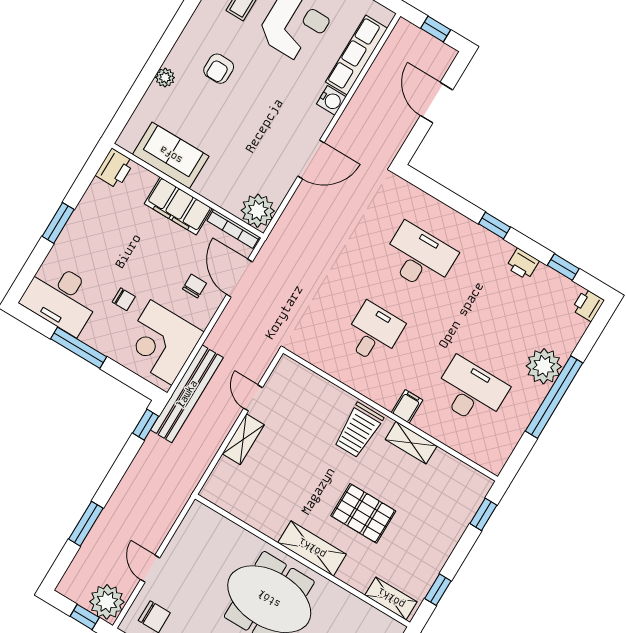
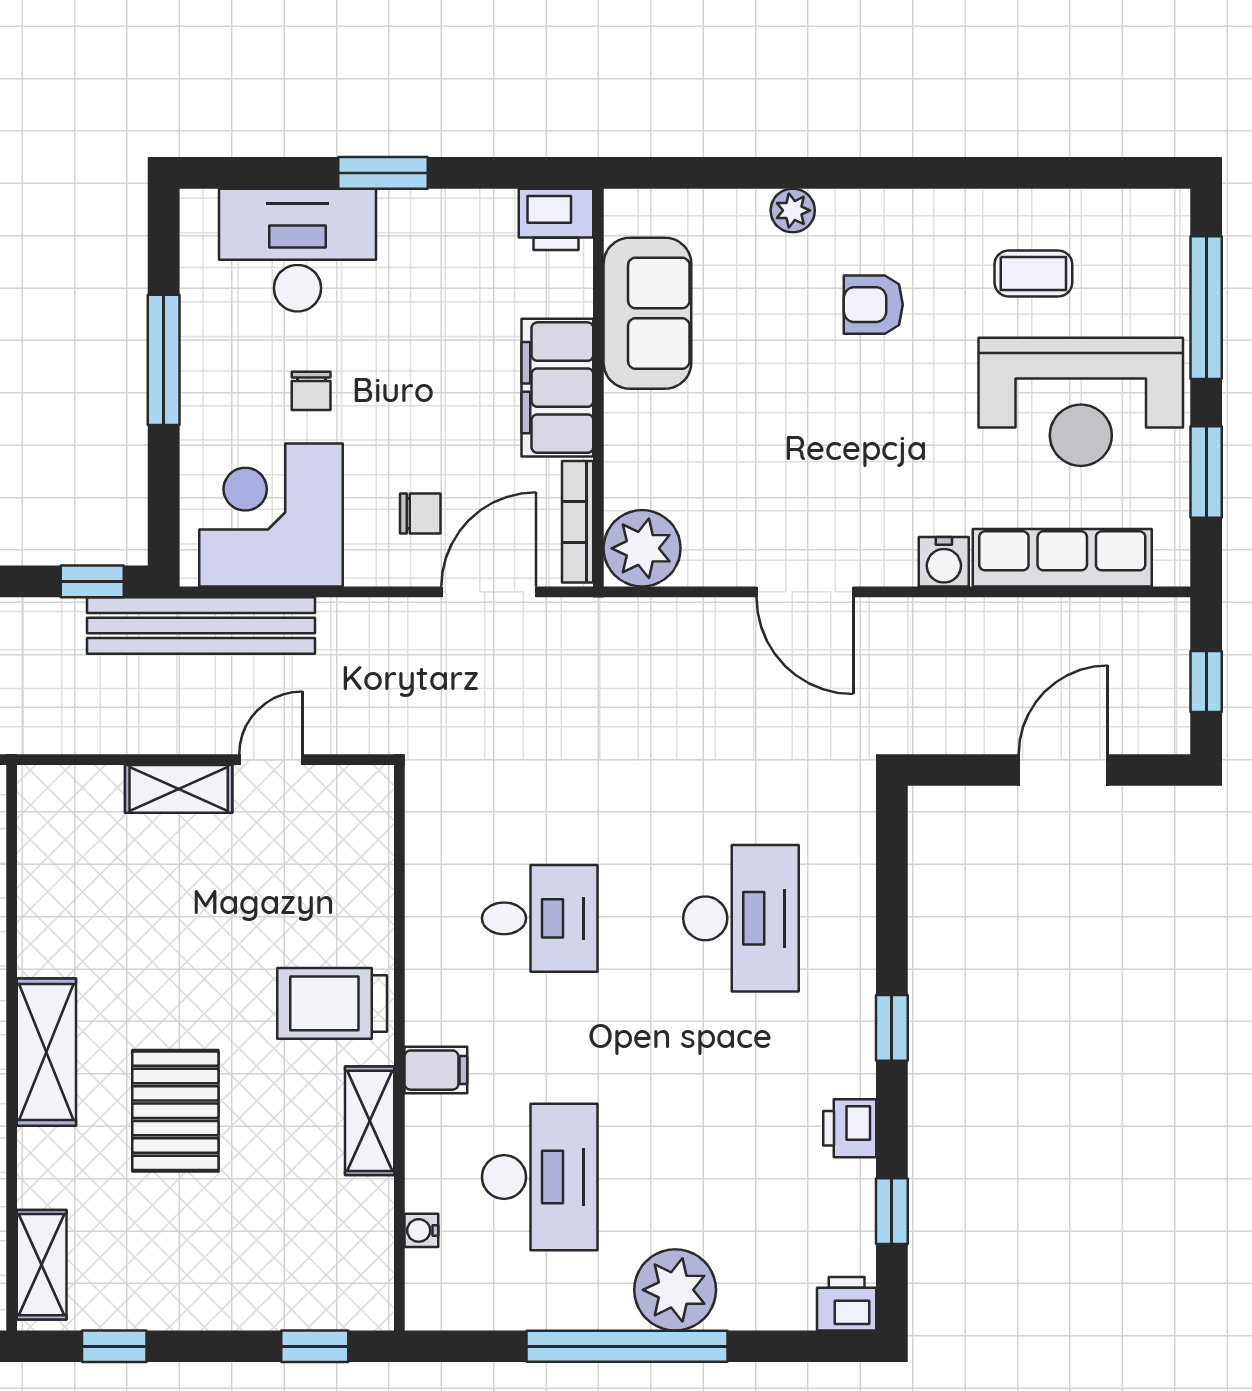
desk: (61, 298) -> (297, 250), moved, turned 90
water cooler: (464, 448) -> (421, 1230), added

